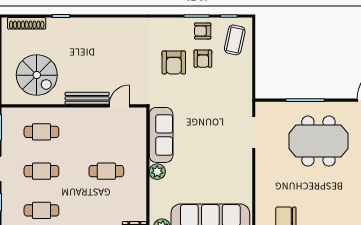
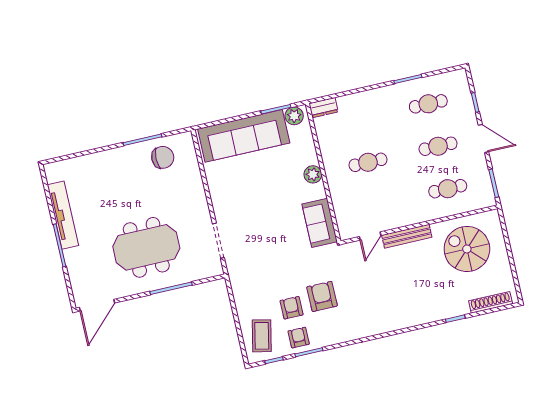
armchair: (203, 31) -> (299, 338), turned -90
sofa: (161, 135) -> (320, 223), width x0.73

